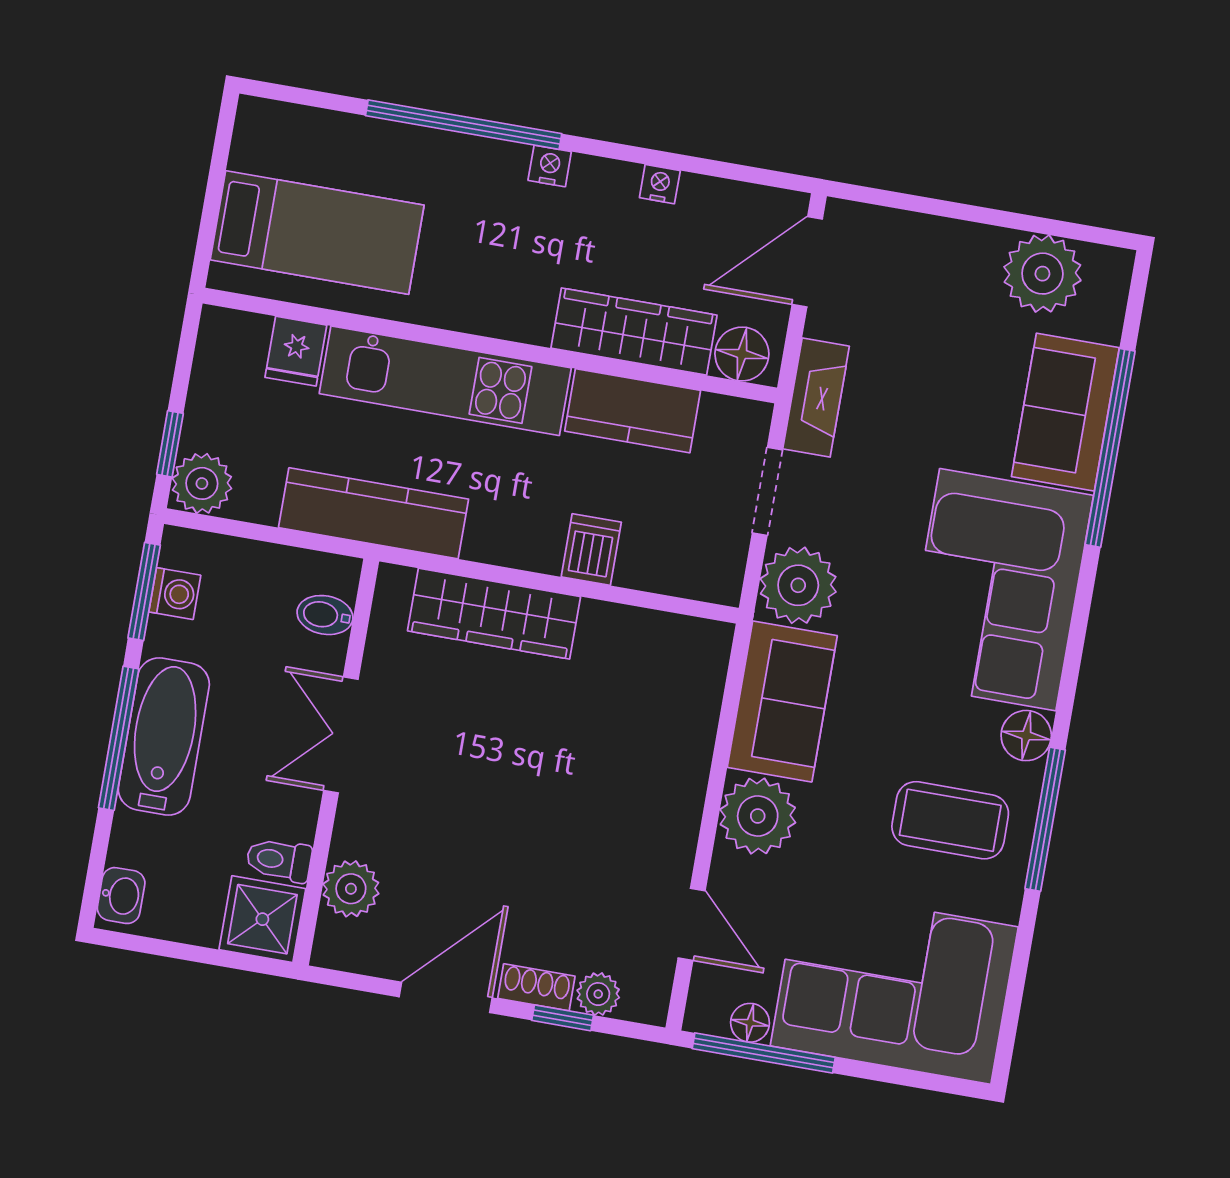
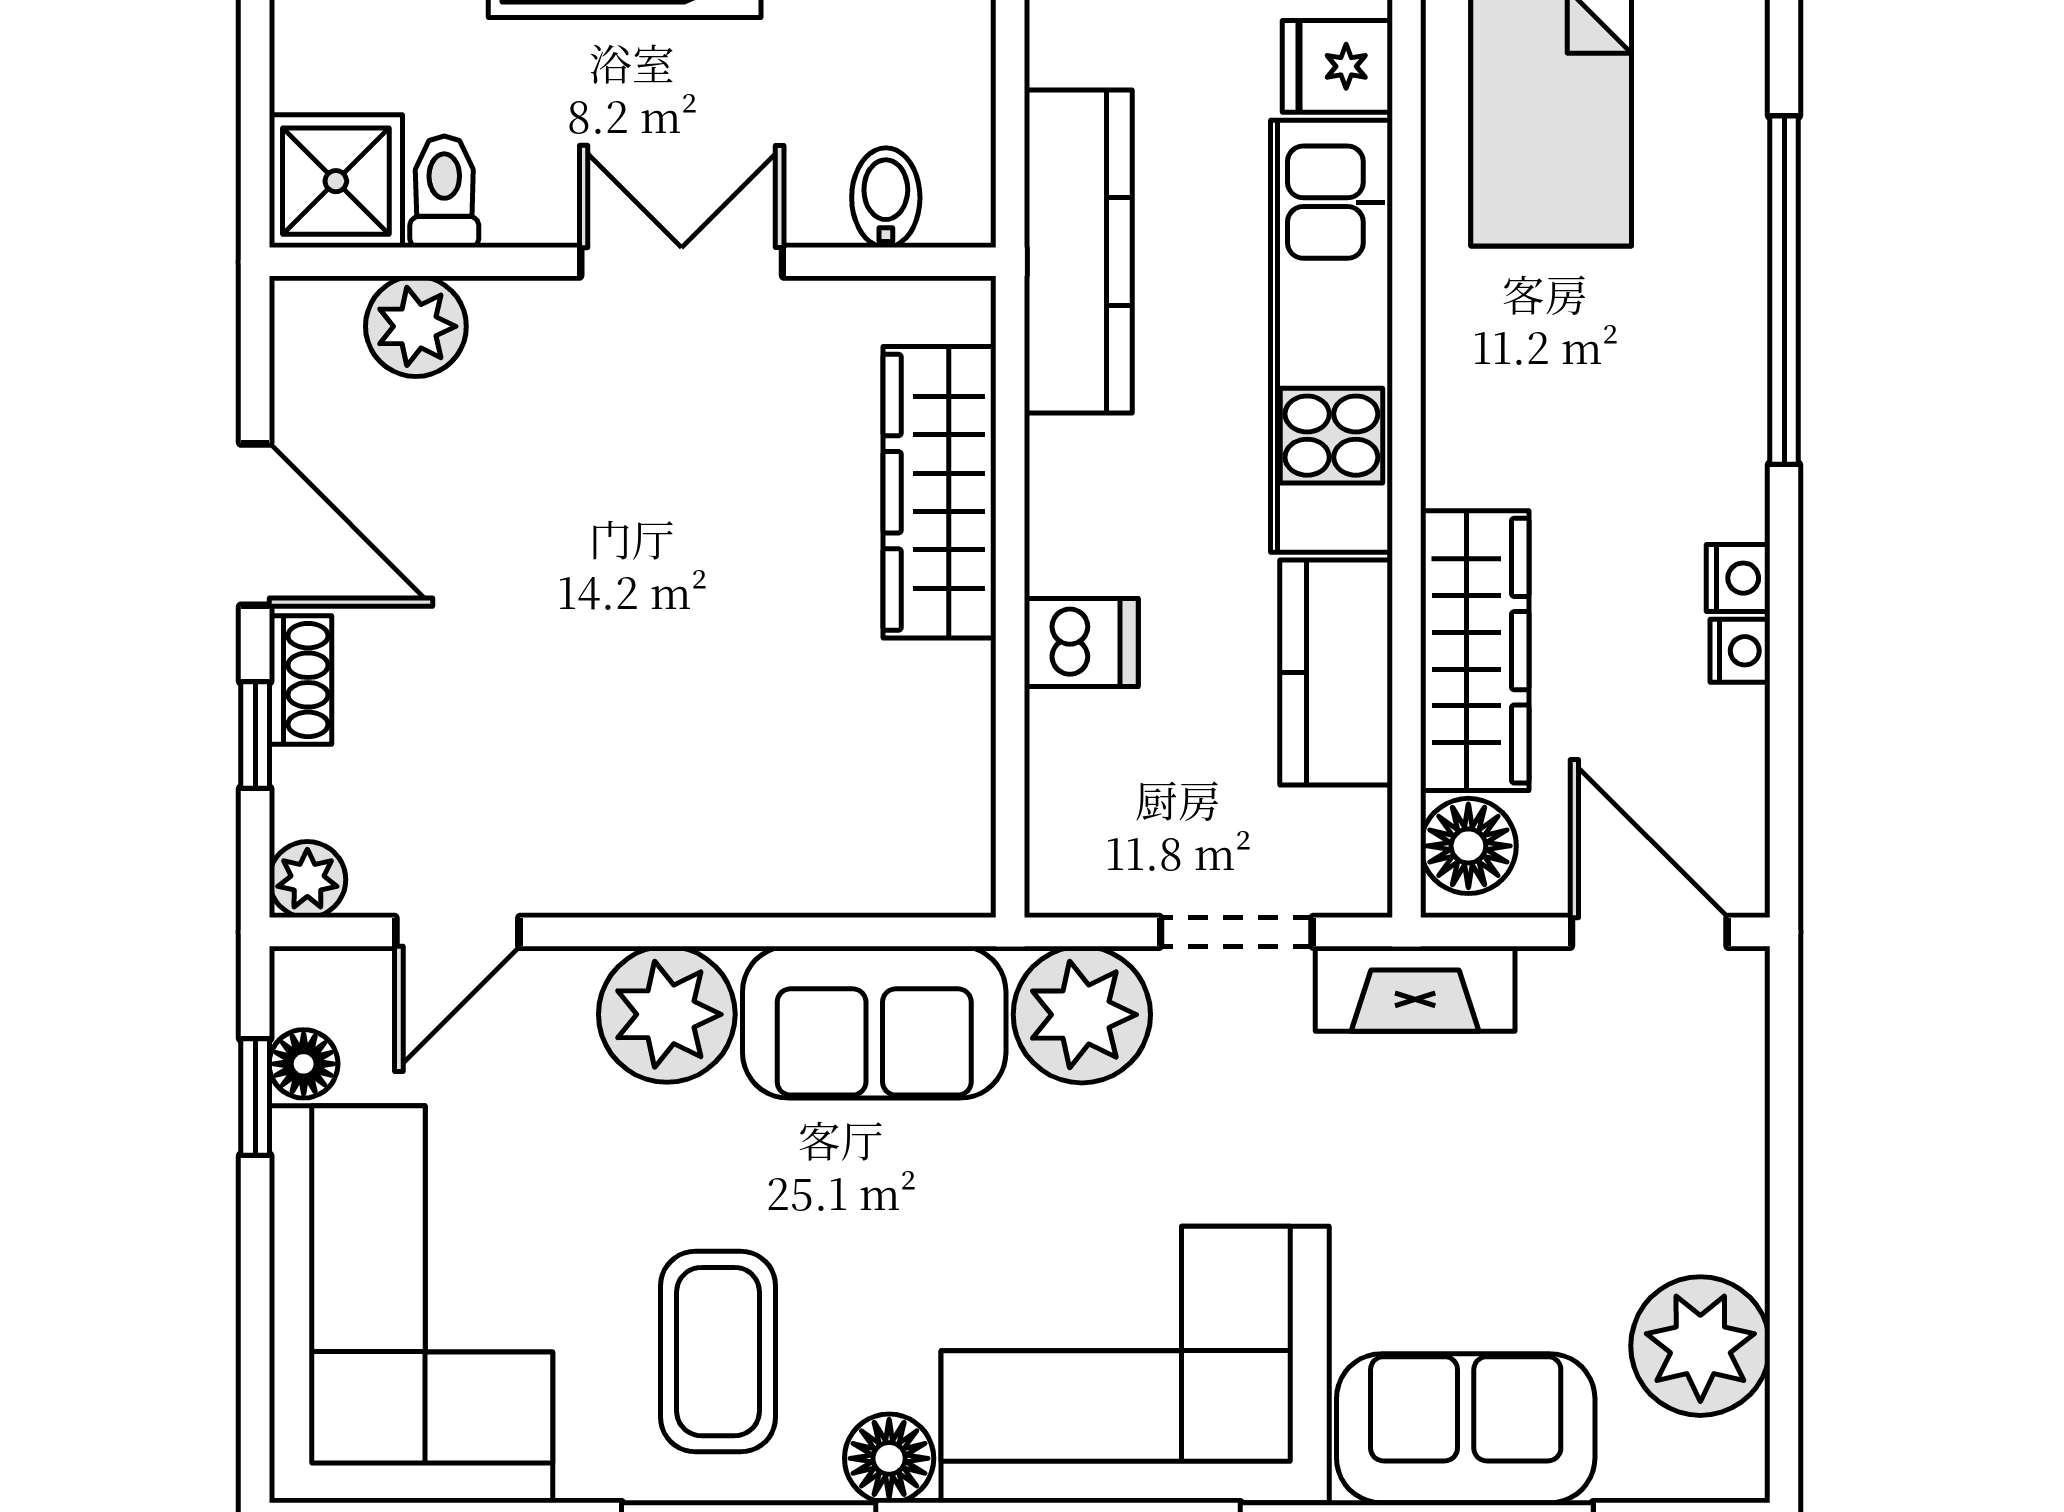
nightstand: (550, 166) -> (1738, 578), moved
plant: (598, 994) -> (307, 880), moved
window: (764, 1053) -> (255, 1097), width x0.46

